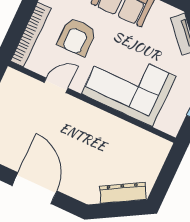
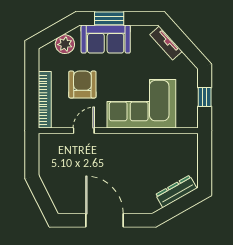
armchair: (77, 37) -> (82, 84), turned 180

